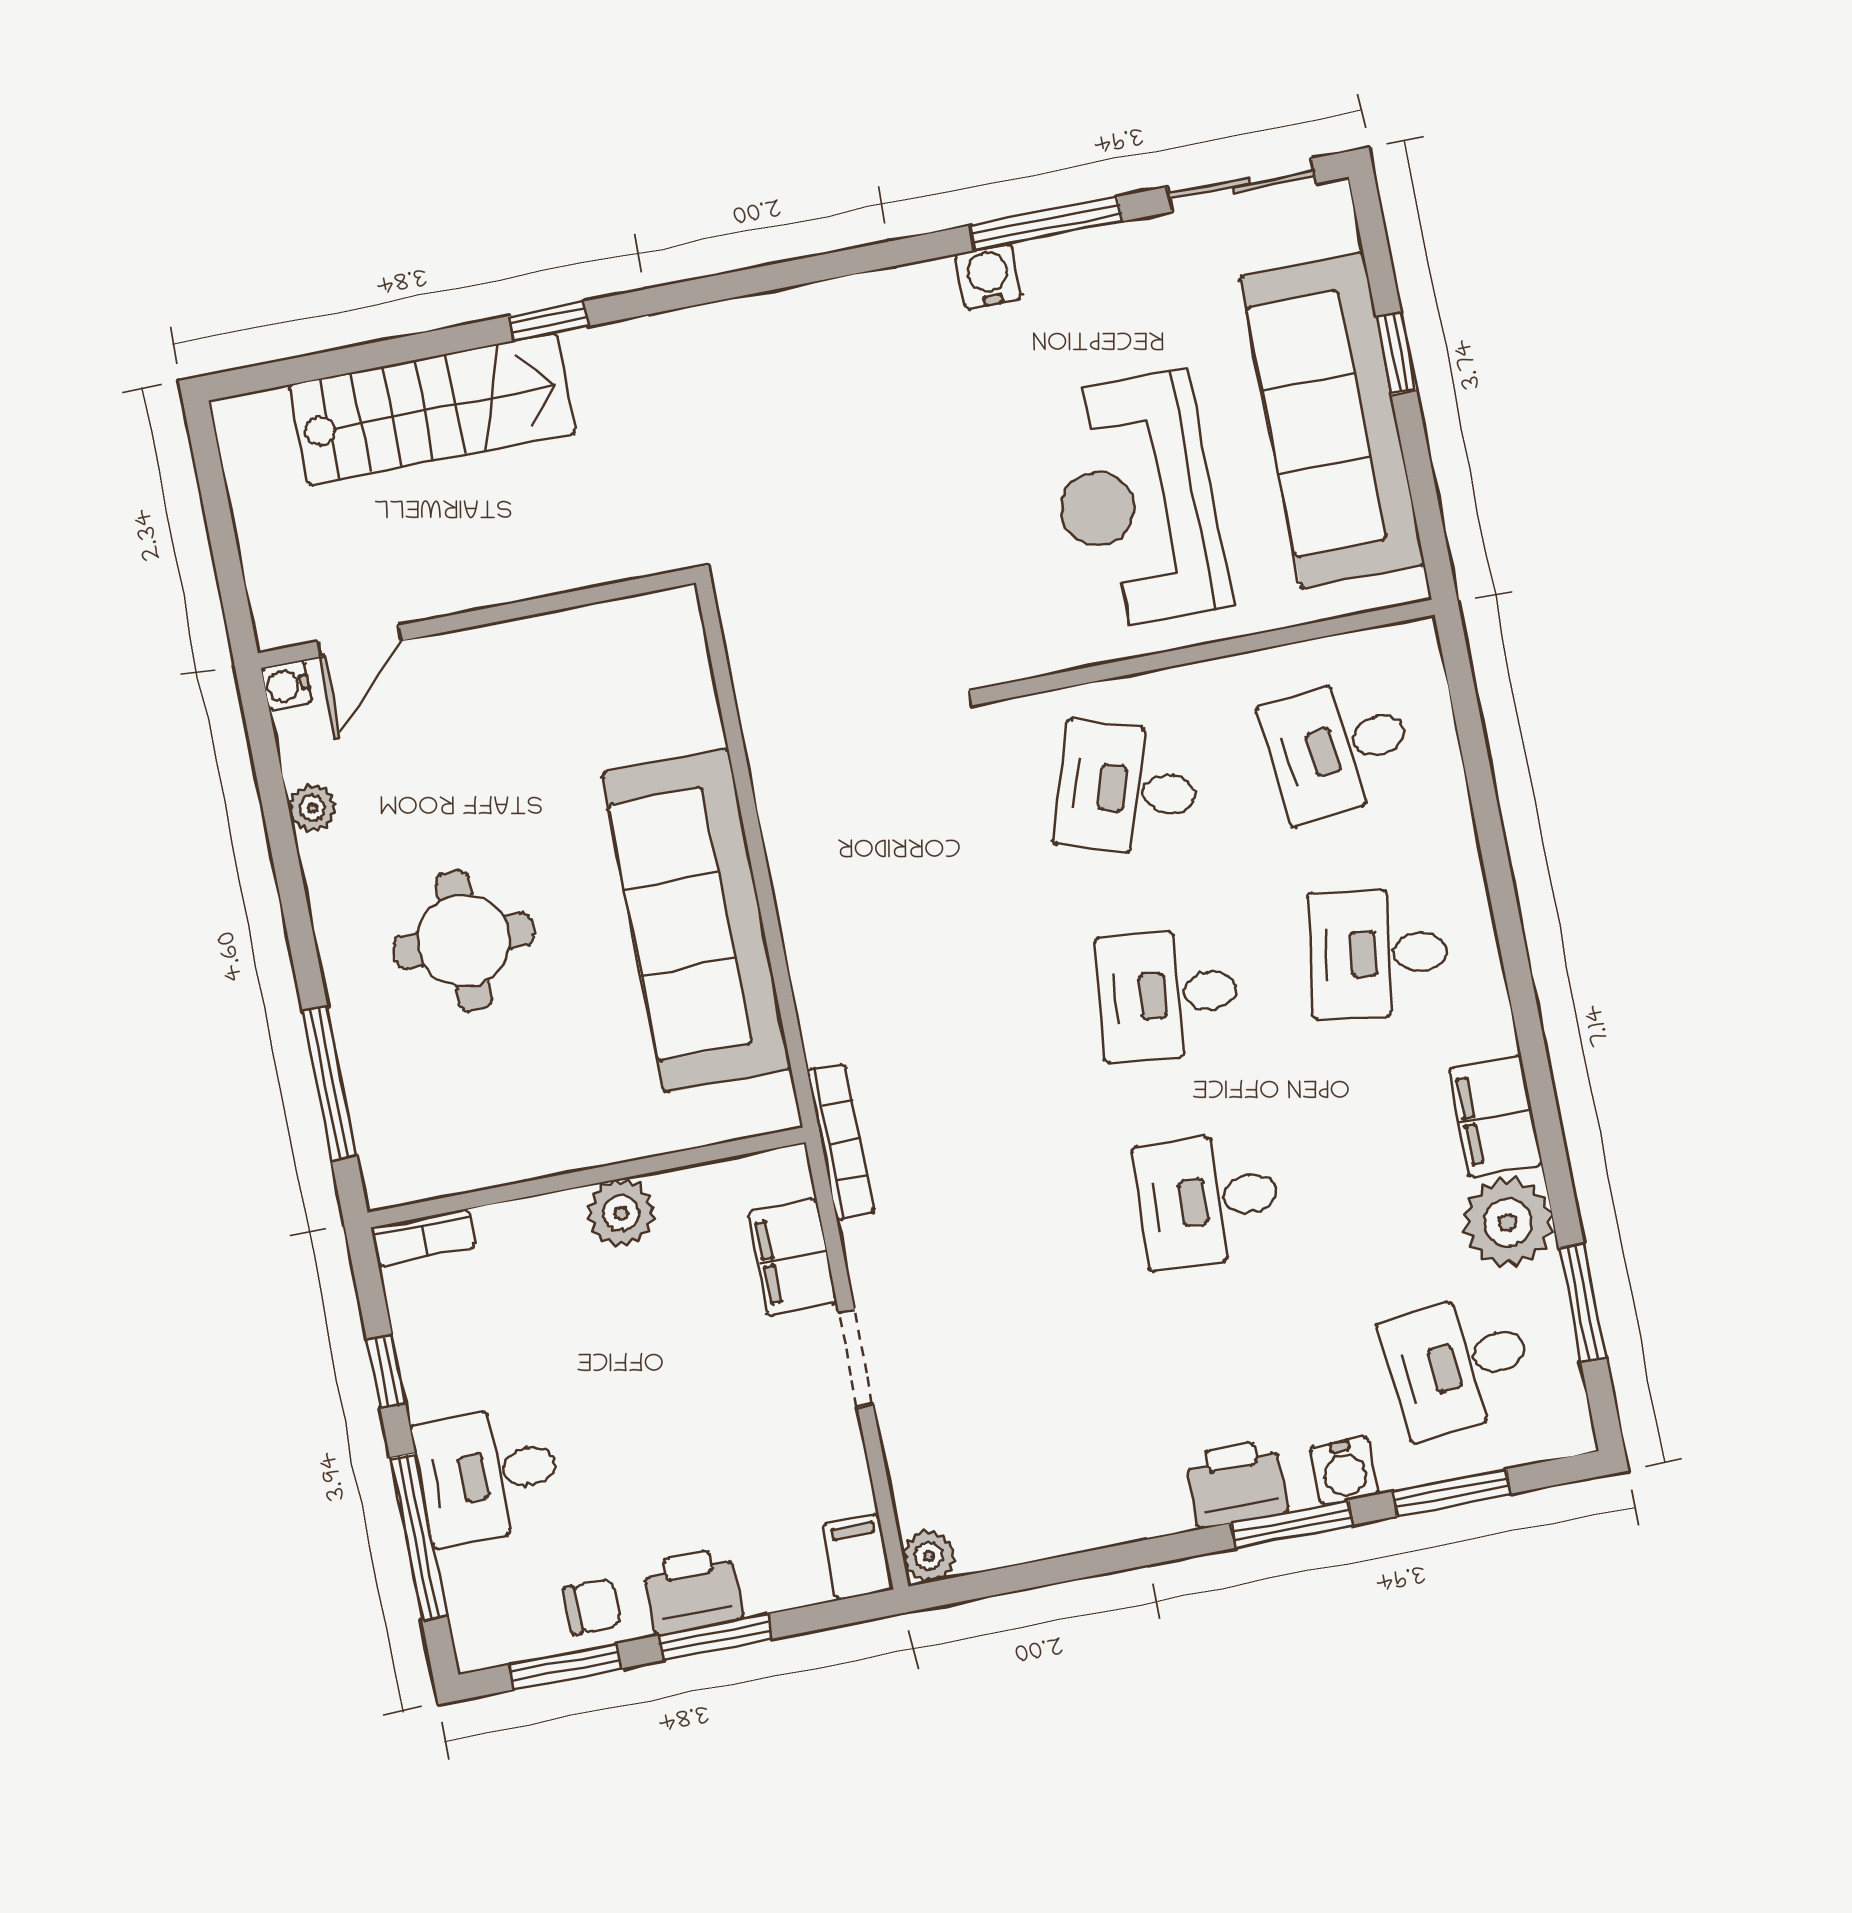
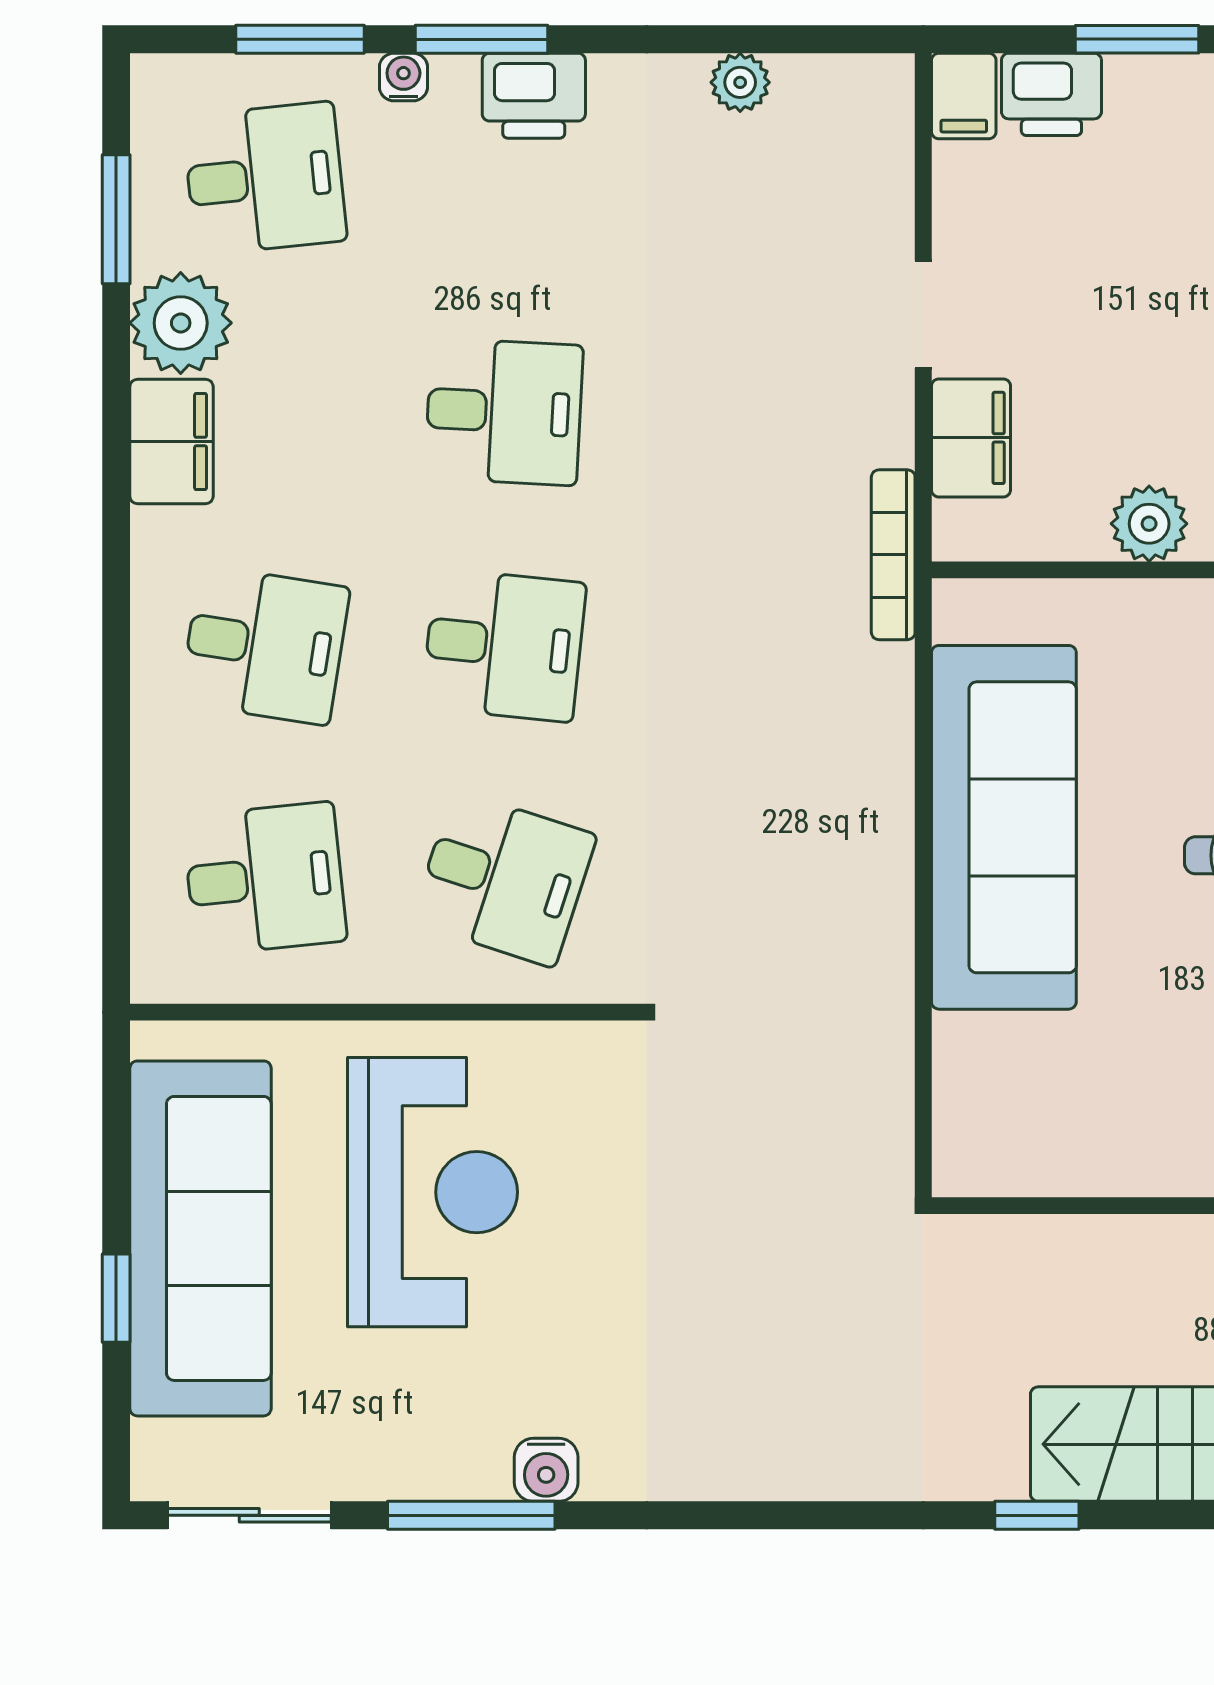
water cooler: (1344, 1471) -> (403, 77), width x0.72, depth x0.72
plant: (929, 1556) -> (740, 82), moved
printer: (693, 1591) -> (1051, 94), moved

